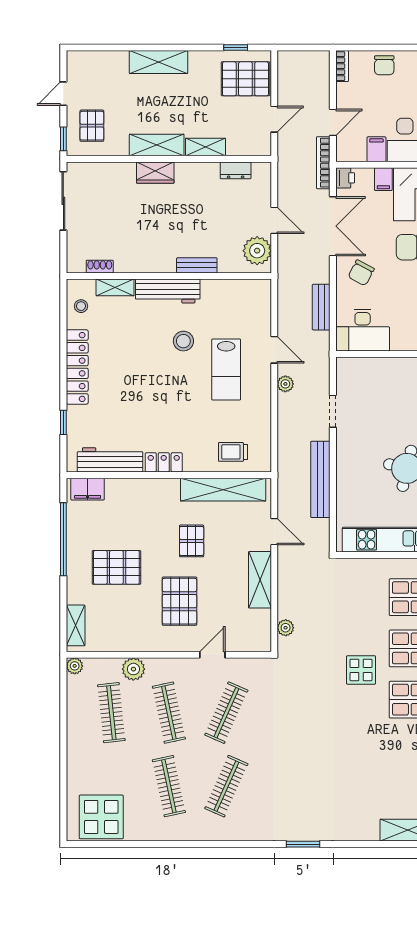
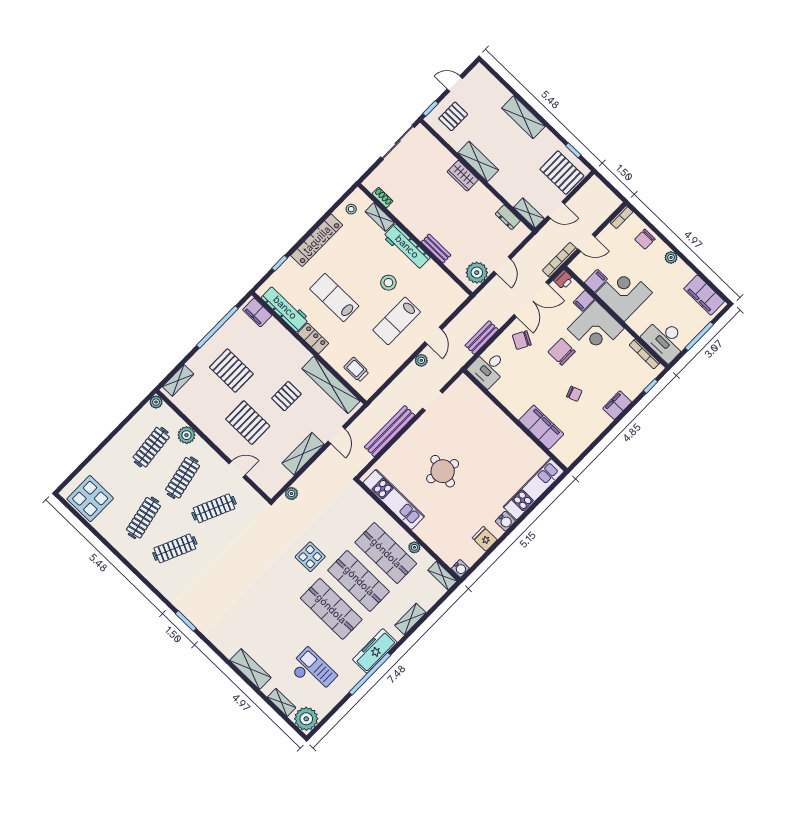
shelving: (205, 147) -> (529, 213), moved
desk: (363, 330) -> (488, 368), width x0.73
lab bench: (146, 405) -> (334, 298), added
pallet: (179, 601) -> (248, 423), turned 90

